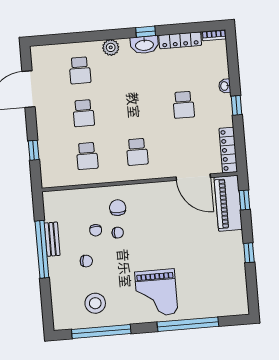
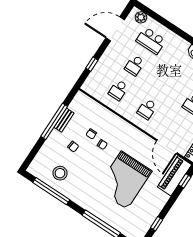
plant: (111, 47) -> (141, 17), moved
school desk: (80, 70) -> (151, 41), width x1.85
chair: (118, 208) -> (113, 131), removed
window: (249, 253) -> (157, 224), moved
grand piano: (156, 293) -> (124, 180), moved, width x1.37, depth x1.48

